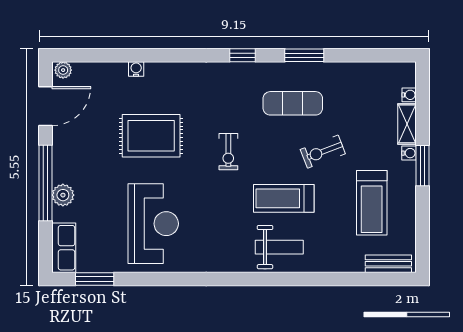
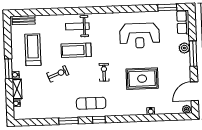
exercise mat: (293, 103) -> (91, 103), moved
window: (45, 183) -> (193, 54), width x0.68
treadmill: (284, 198) -> (76, 50), turned 180
reception desk: (153, 224) -> (140, 36), turned -90

